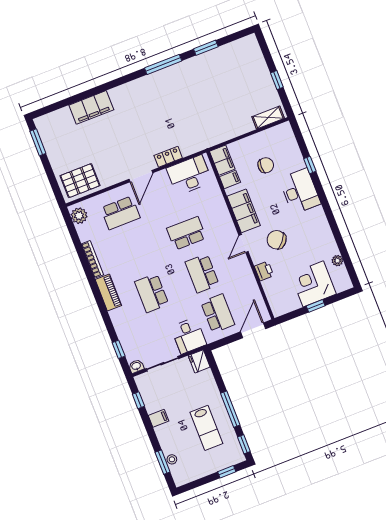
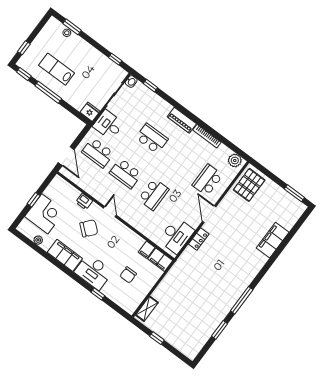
filing cabinet: (244, 211) -> (65, 255), moved, turned 180
school desk: (202, 273) -> (126, 173), turned 180
filing cabinet: (159, 418) -> (94, 55), removed

